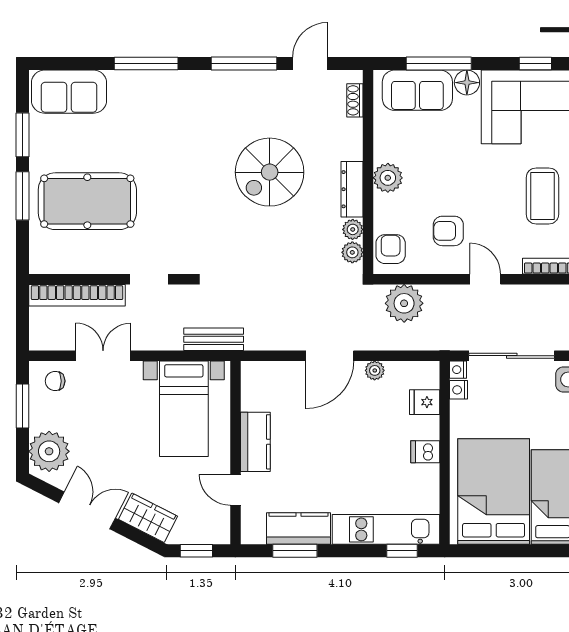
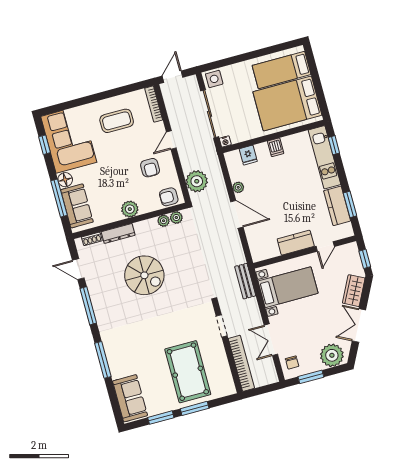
dresser: (352, 189) -> (118, 233), moved
nightstand: (459, 390) -> (236, 138), removed

